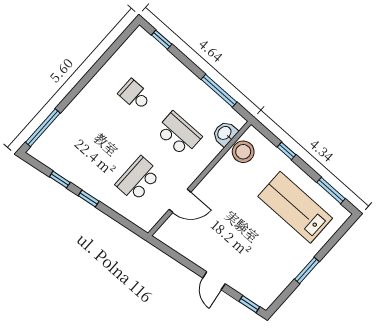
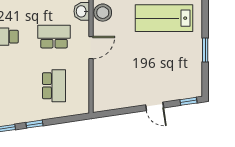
school desk: (138, 179) -> (54, 86), turned 180
door: (180, 201) -> (91, 48), moved

